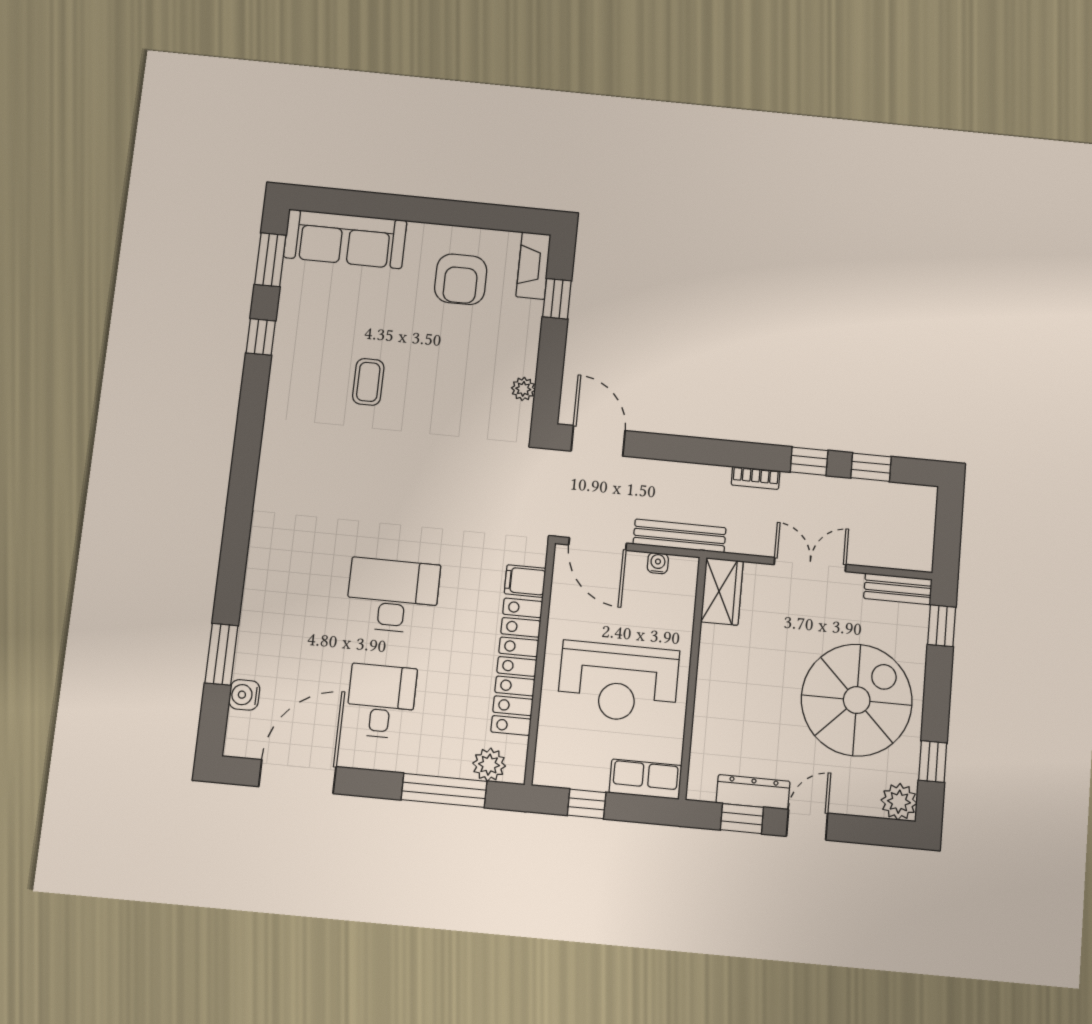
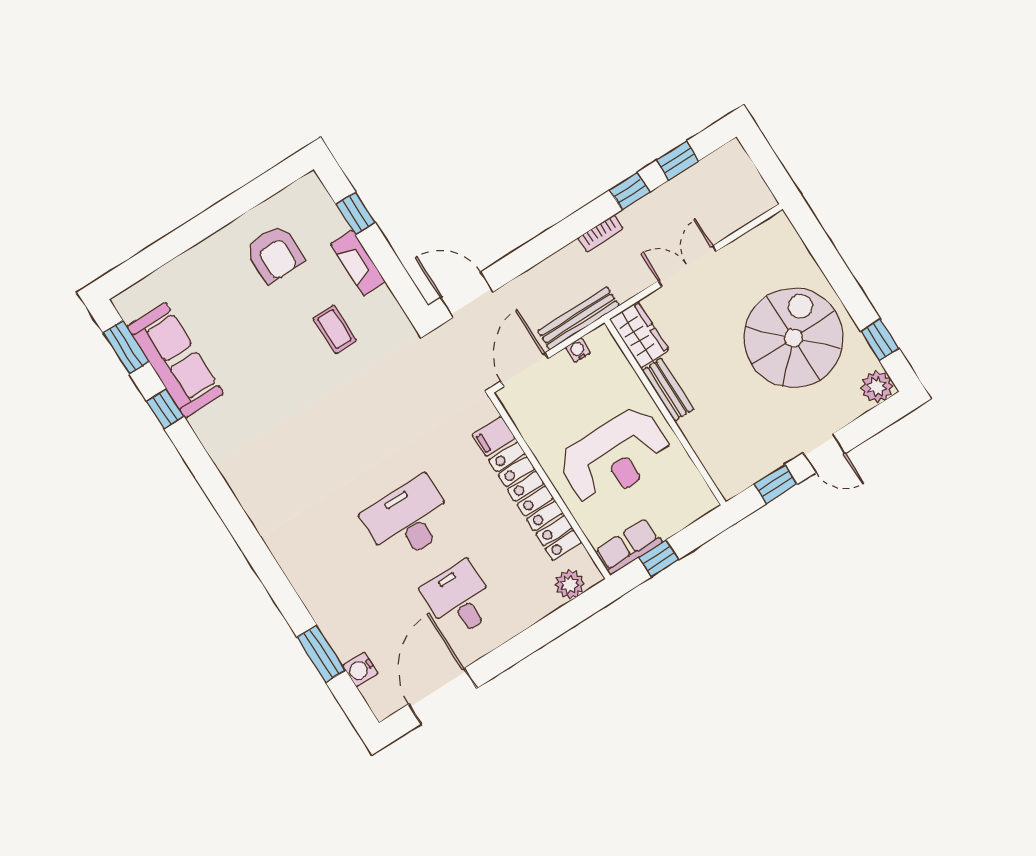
sofa: (345, 239) -> (175, 360), moved, turned -90
fireplace: (533, 266) -> (358, 263), moved
coffee table: (368, 382) -> (335, 329), moved
plant: (523, 389) -> (384, 299), removed
door: (598, 544) -> (524, 370), swing flipped
bench: (898, 589) -> (668, 390), moved, turned 90
window: (942, 626) -> (814, 237), removed
row of seats: (645, 779) -> (629, 547), moved
window: (444, 790) -> (552, 626), removed
dresser: (753, 792) -> (769, 460), removed
door: (807, 825) -> (824, 453), swing flipped

